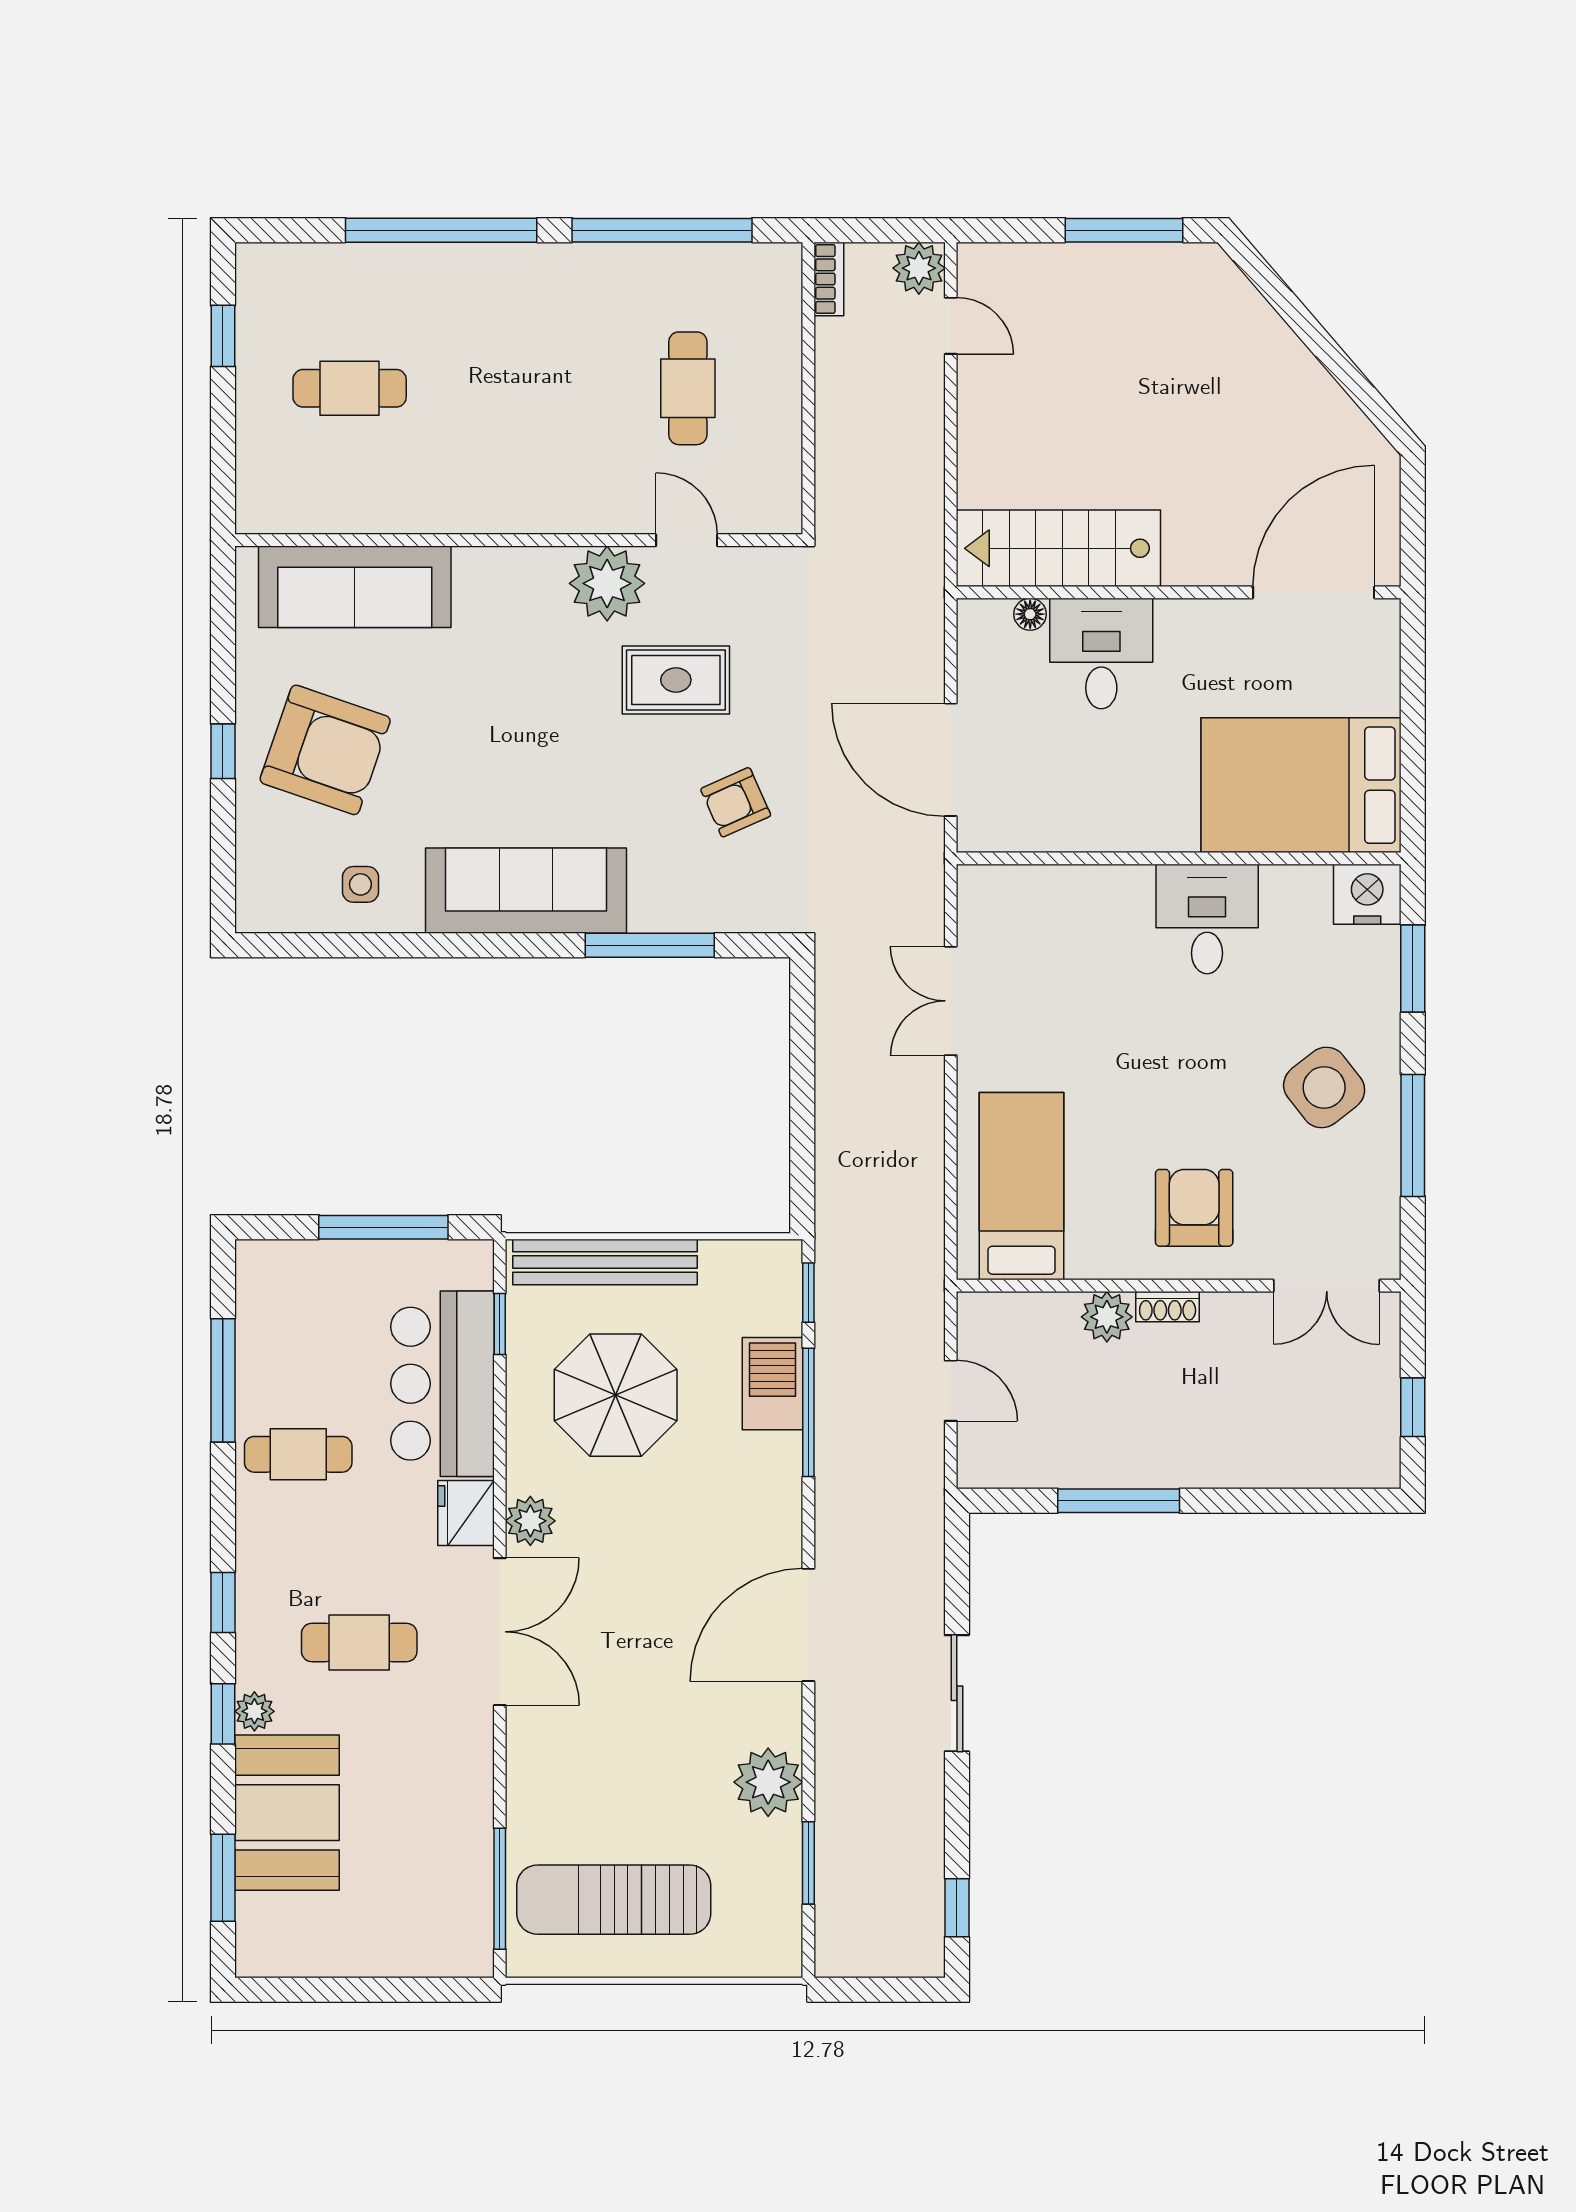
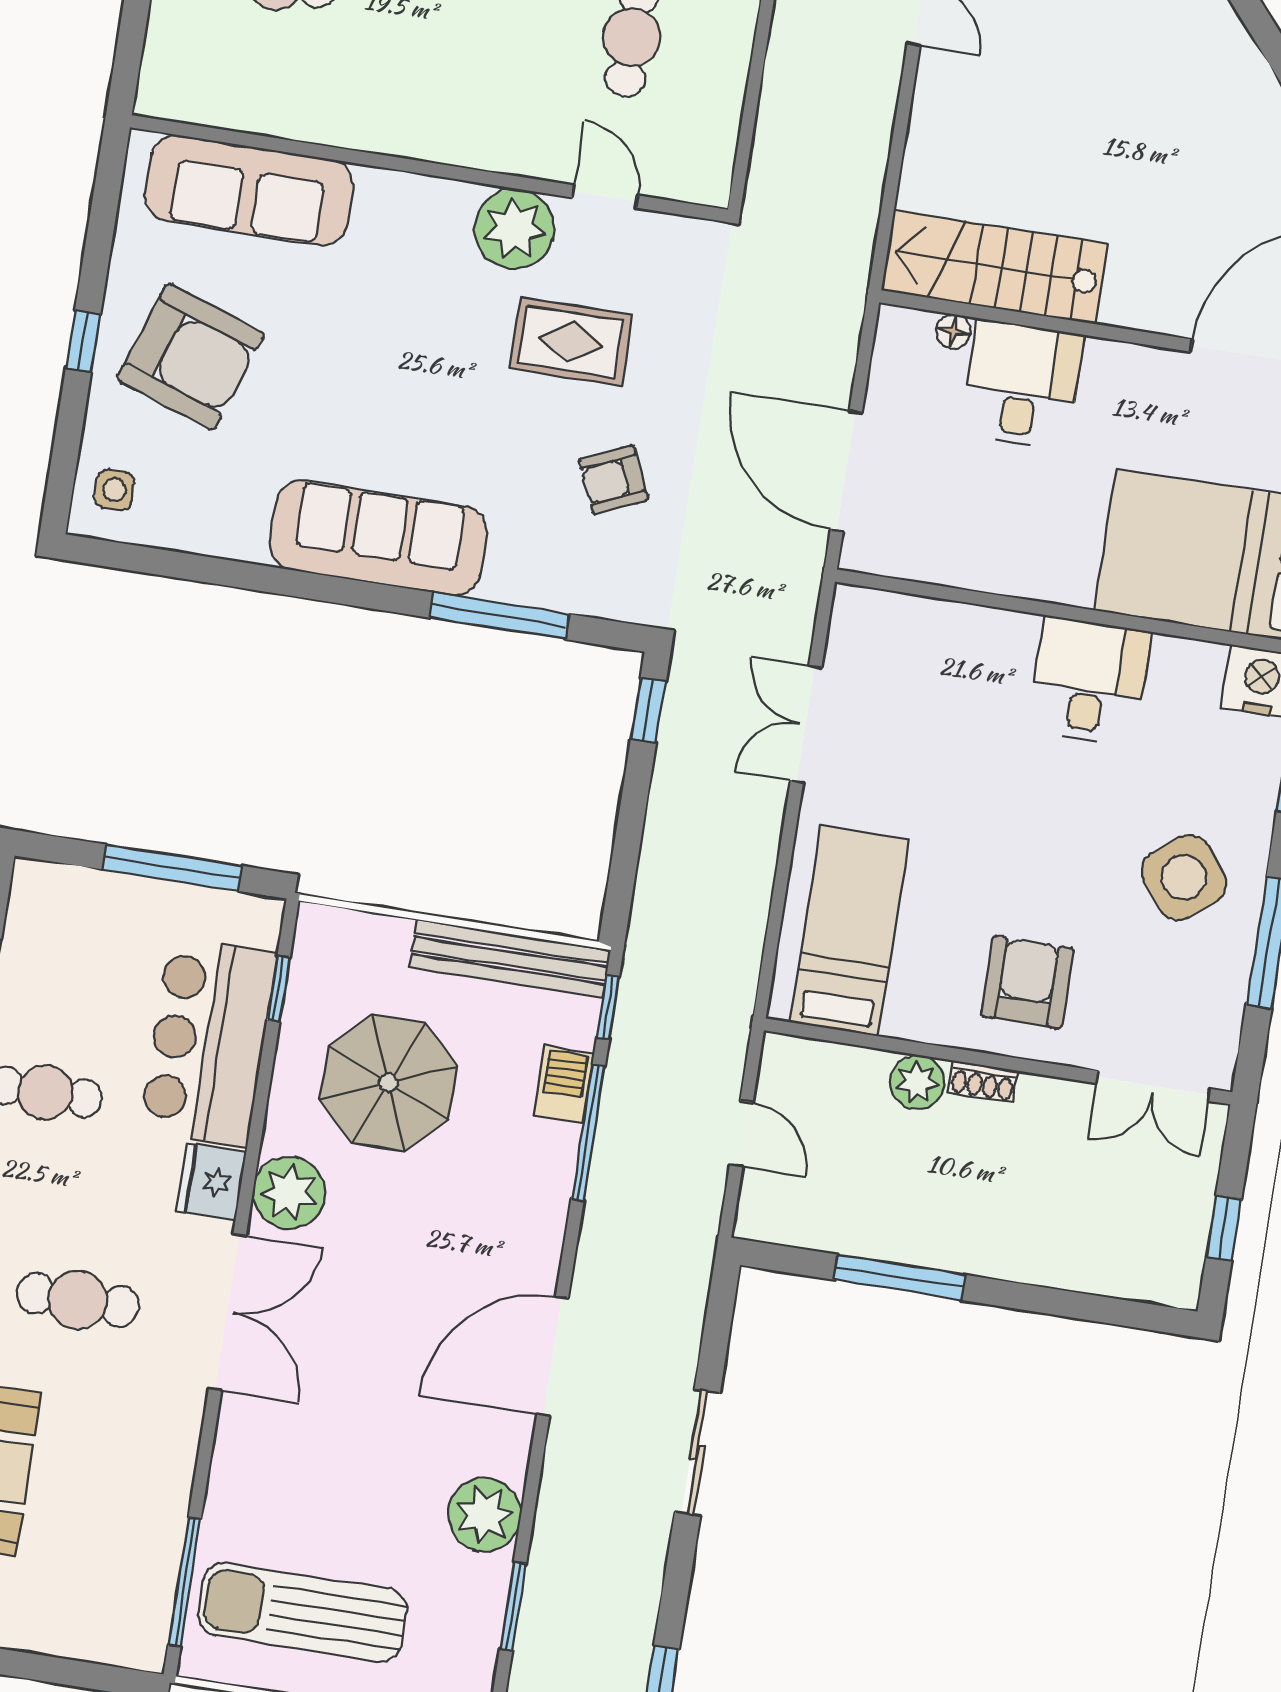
side table: (360, 884) -> (114, 490), moved
window: (802, 1011) -> (648, 710), added
bench: (605, 1262) -> (510, 959), moved
barbecue: (772, 1384) -> (564, 1084), width x0.73, depth x0.79
plant: (530, 1521) -> (289, 1193), width x1.36, depth x1.36

